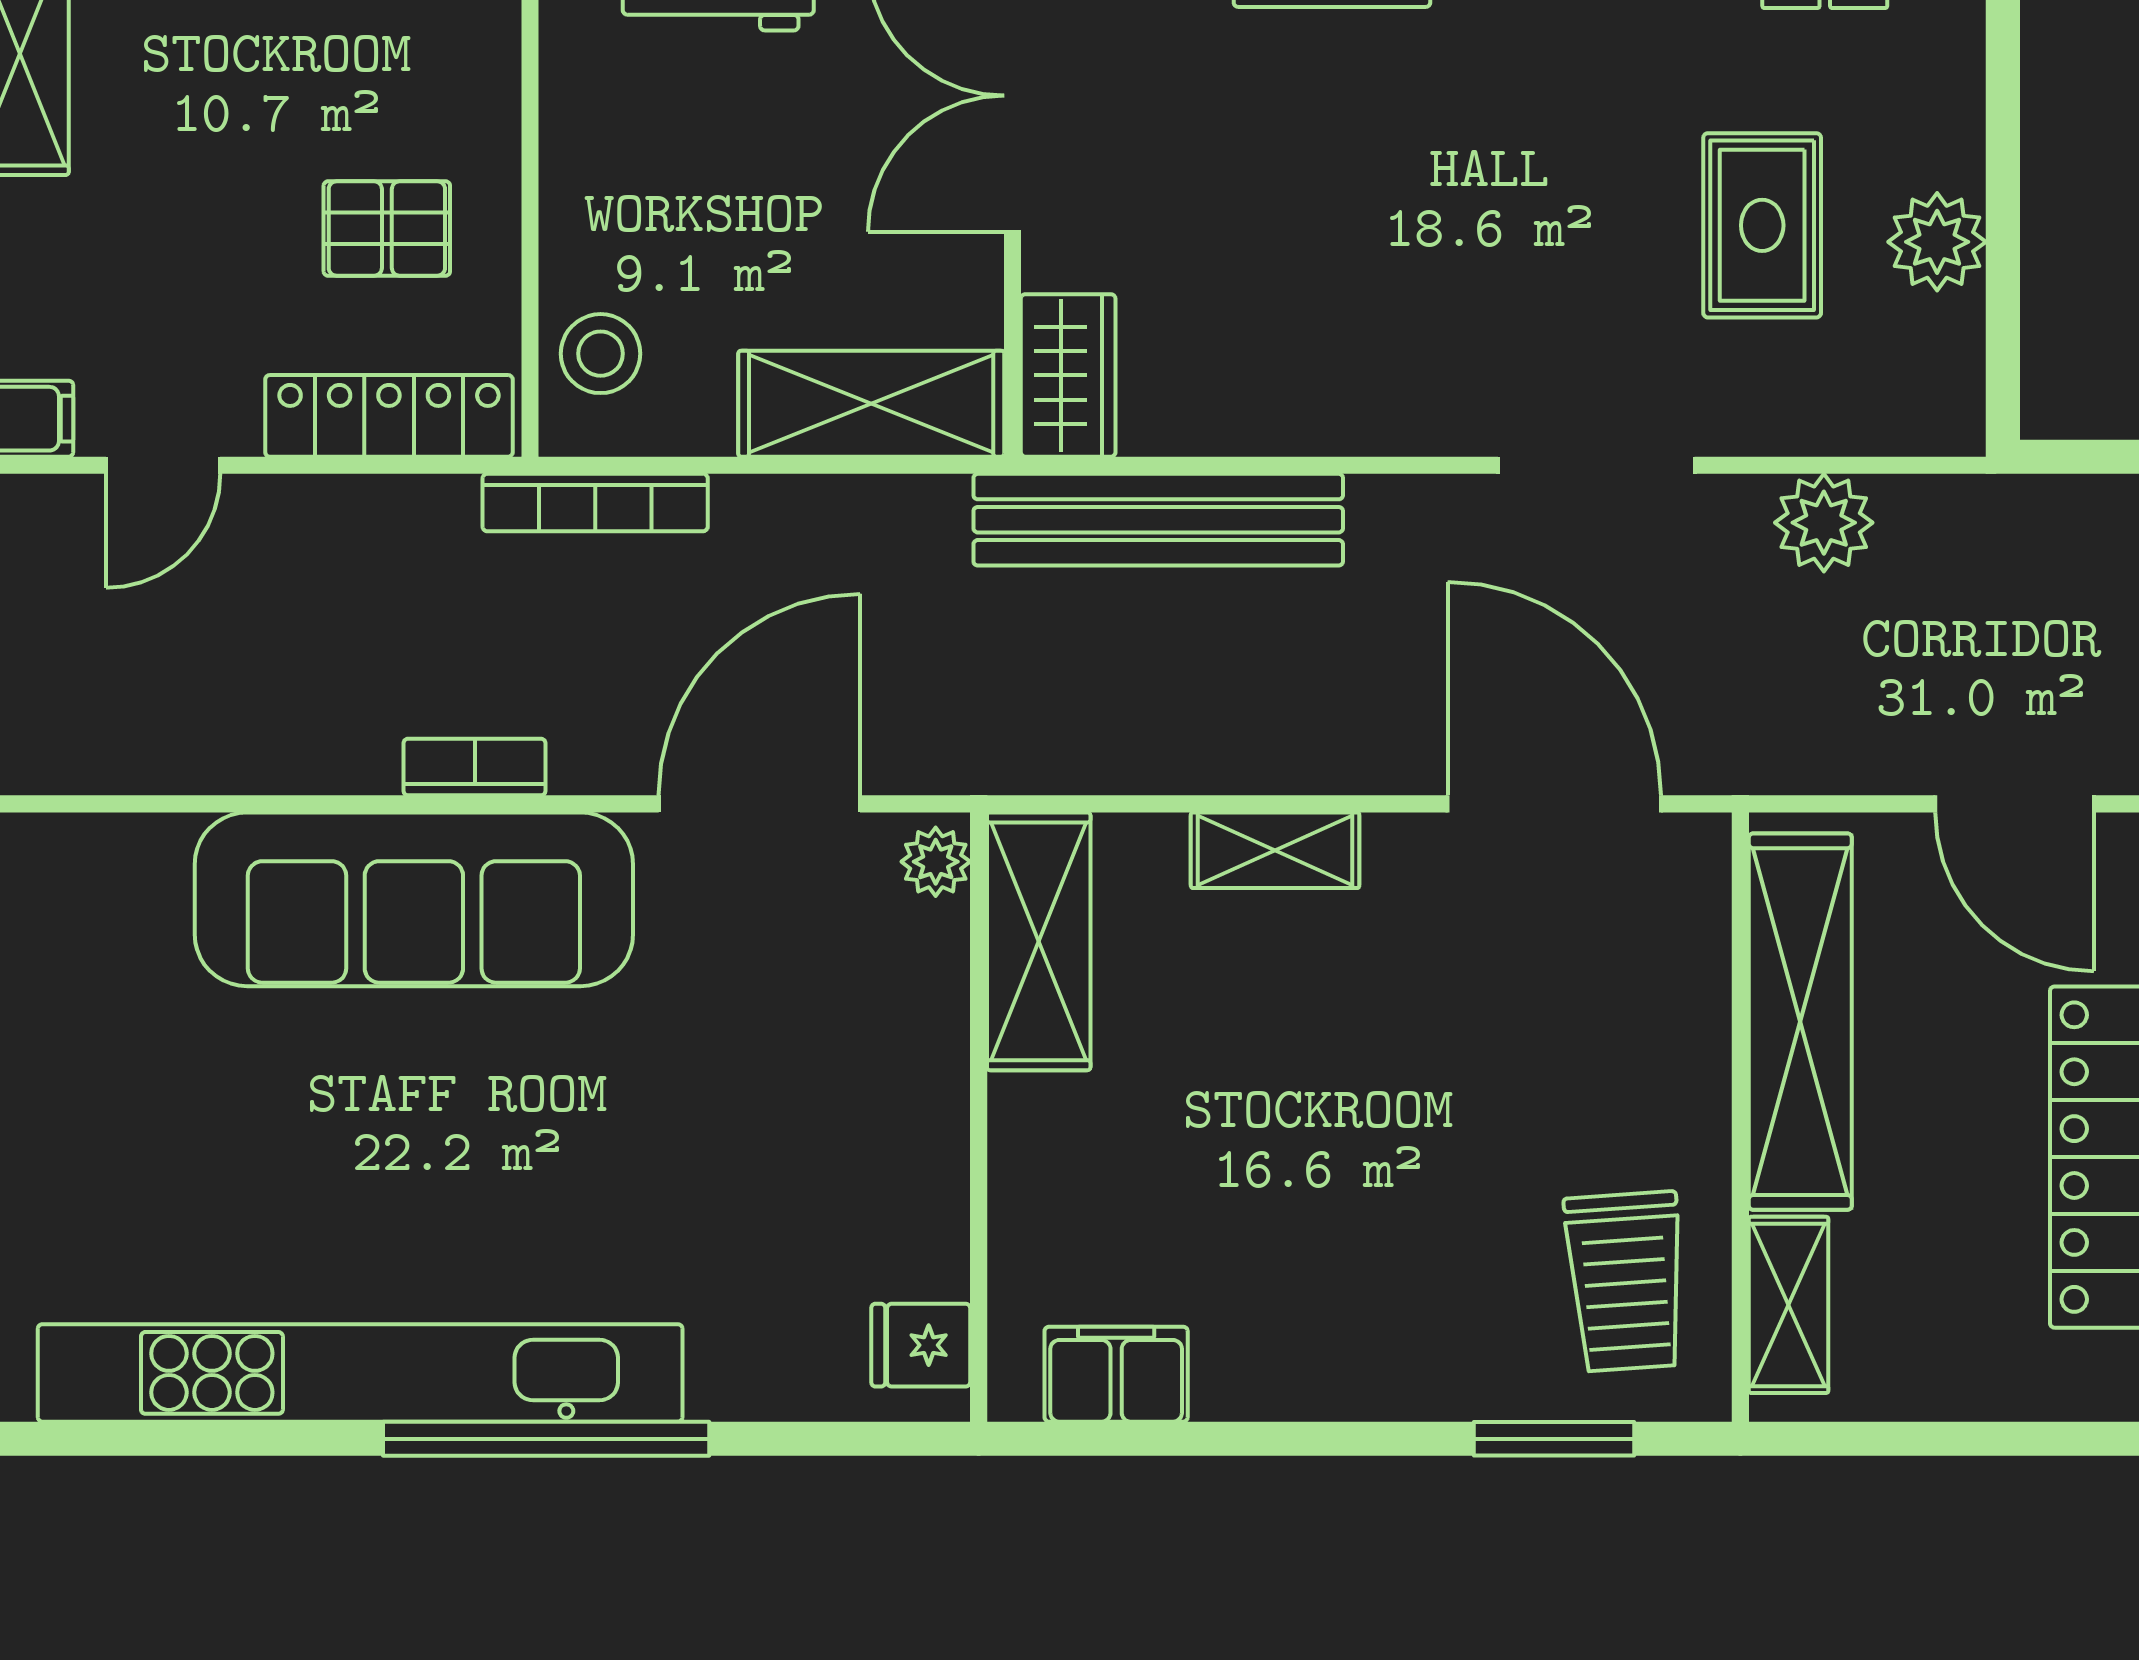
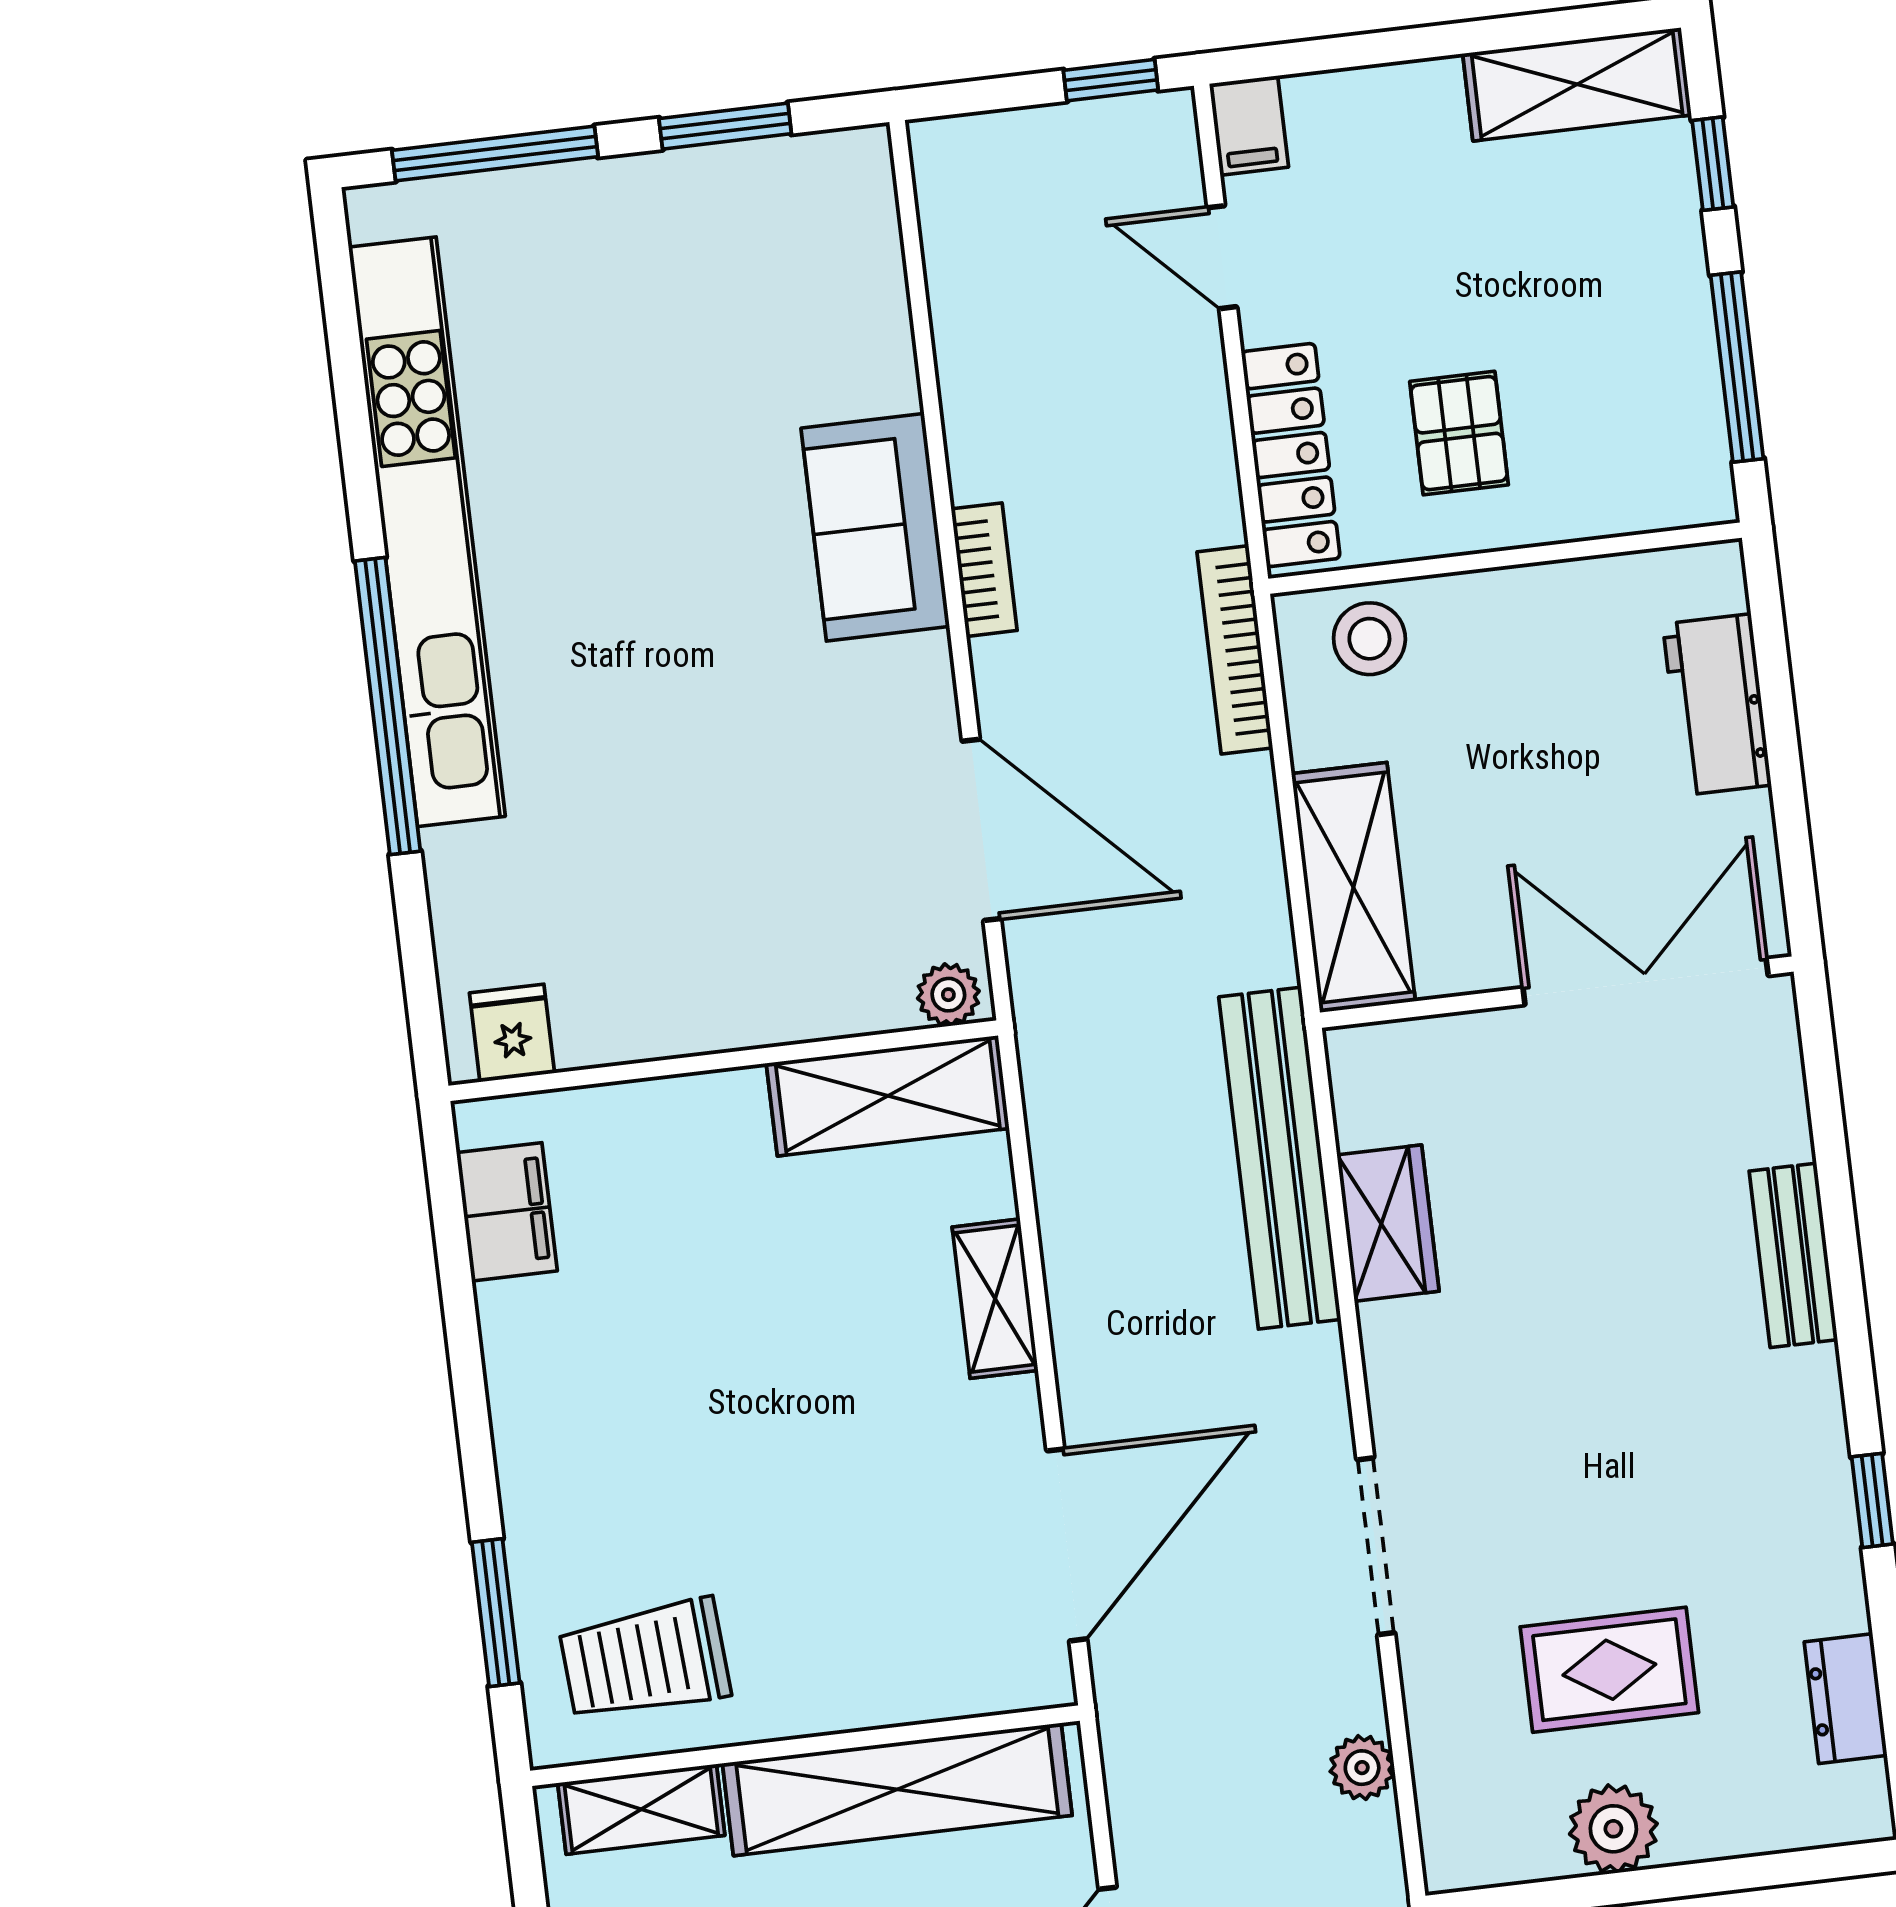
wardrobe: (1068, 375) -> (1388, 1223), moved, turned -90
plant: (1824, 523) -> (1362, 1768), width x0.73, depth x0.73
sofa: (414, 899) -> (875, 527), width x0.54, depth x0.79

